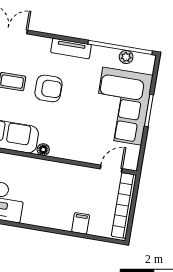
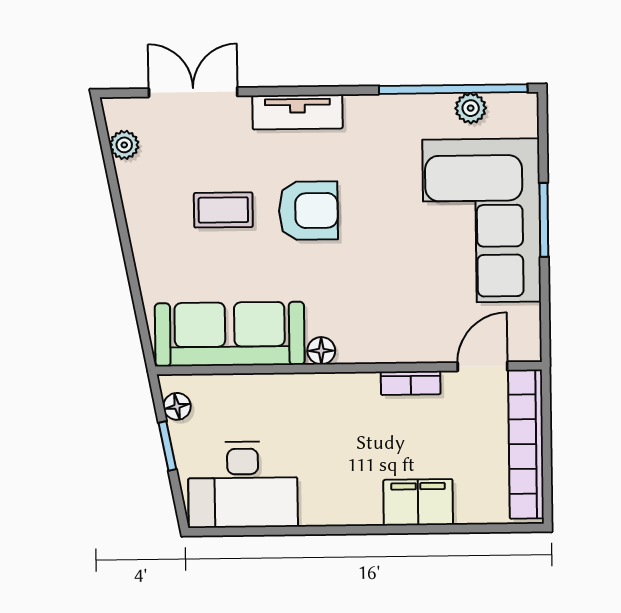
tv unit: (71, 49) -> (297, 112), moved
bookcase: (79, 170) -> (411, 383), added
filing cabinet: (81, 223) -> (418, 502), width x2.00

